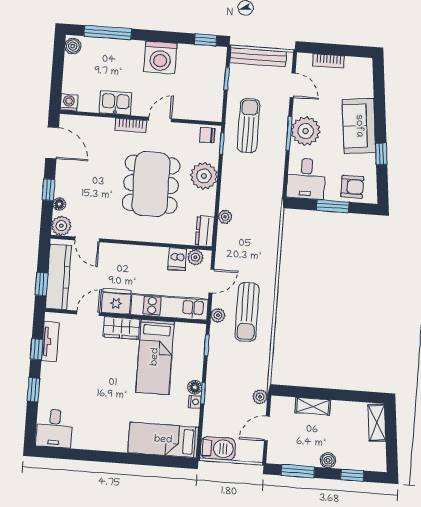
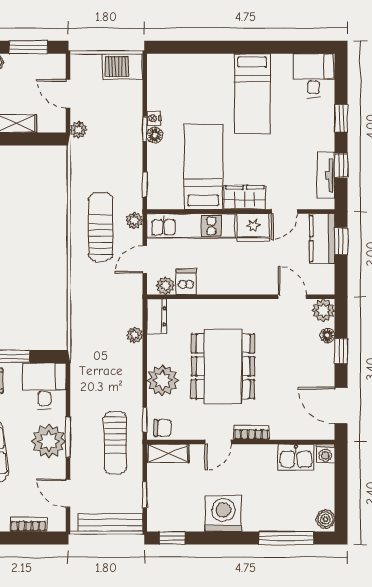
kitchen sink: (116, 103) -> (296, 457), moved
shelving: (204, 113) -> (168, 454), added
kitchen counter: (58, 277) -> (322, 239), width x0.67
door: (267, 429) -> (68, 94), swing flipped
bed: (163, 440) -> (252, 93), moved, turned 90

